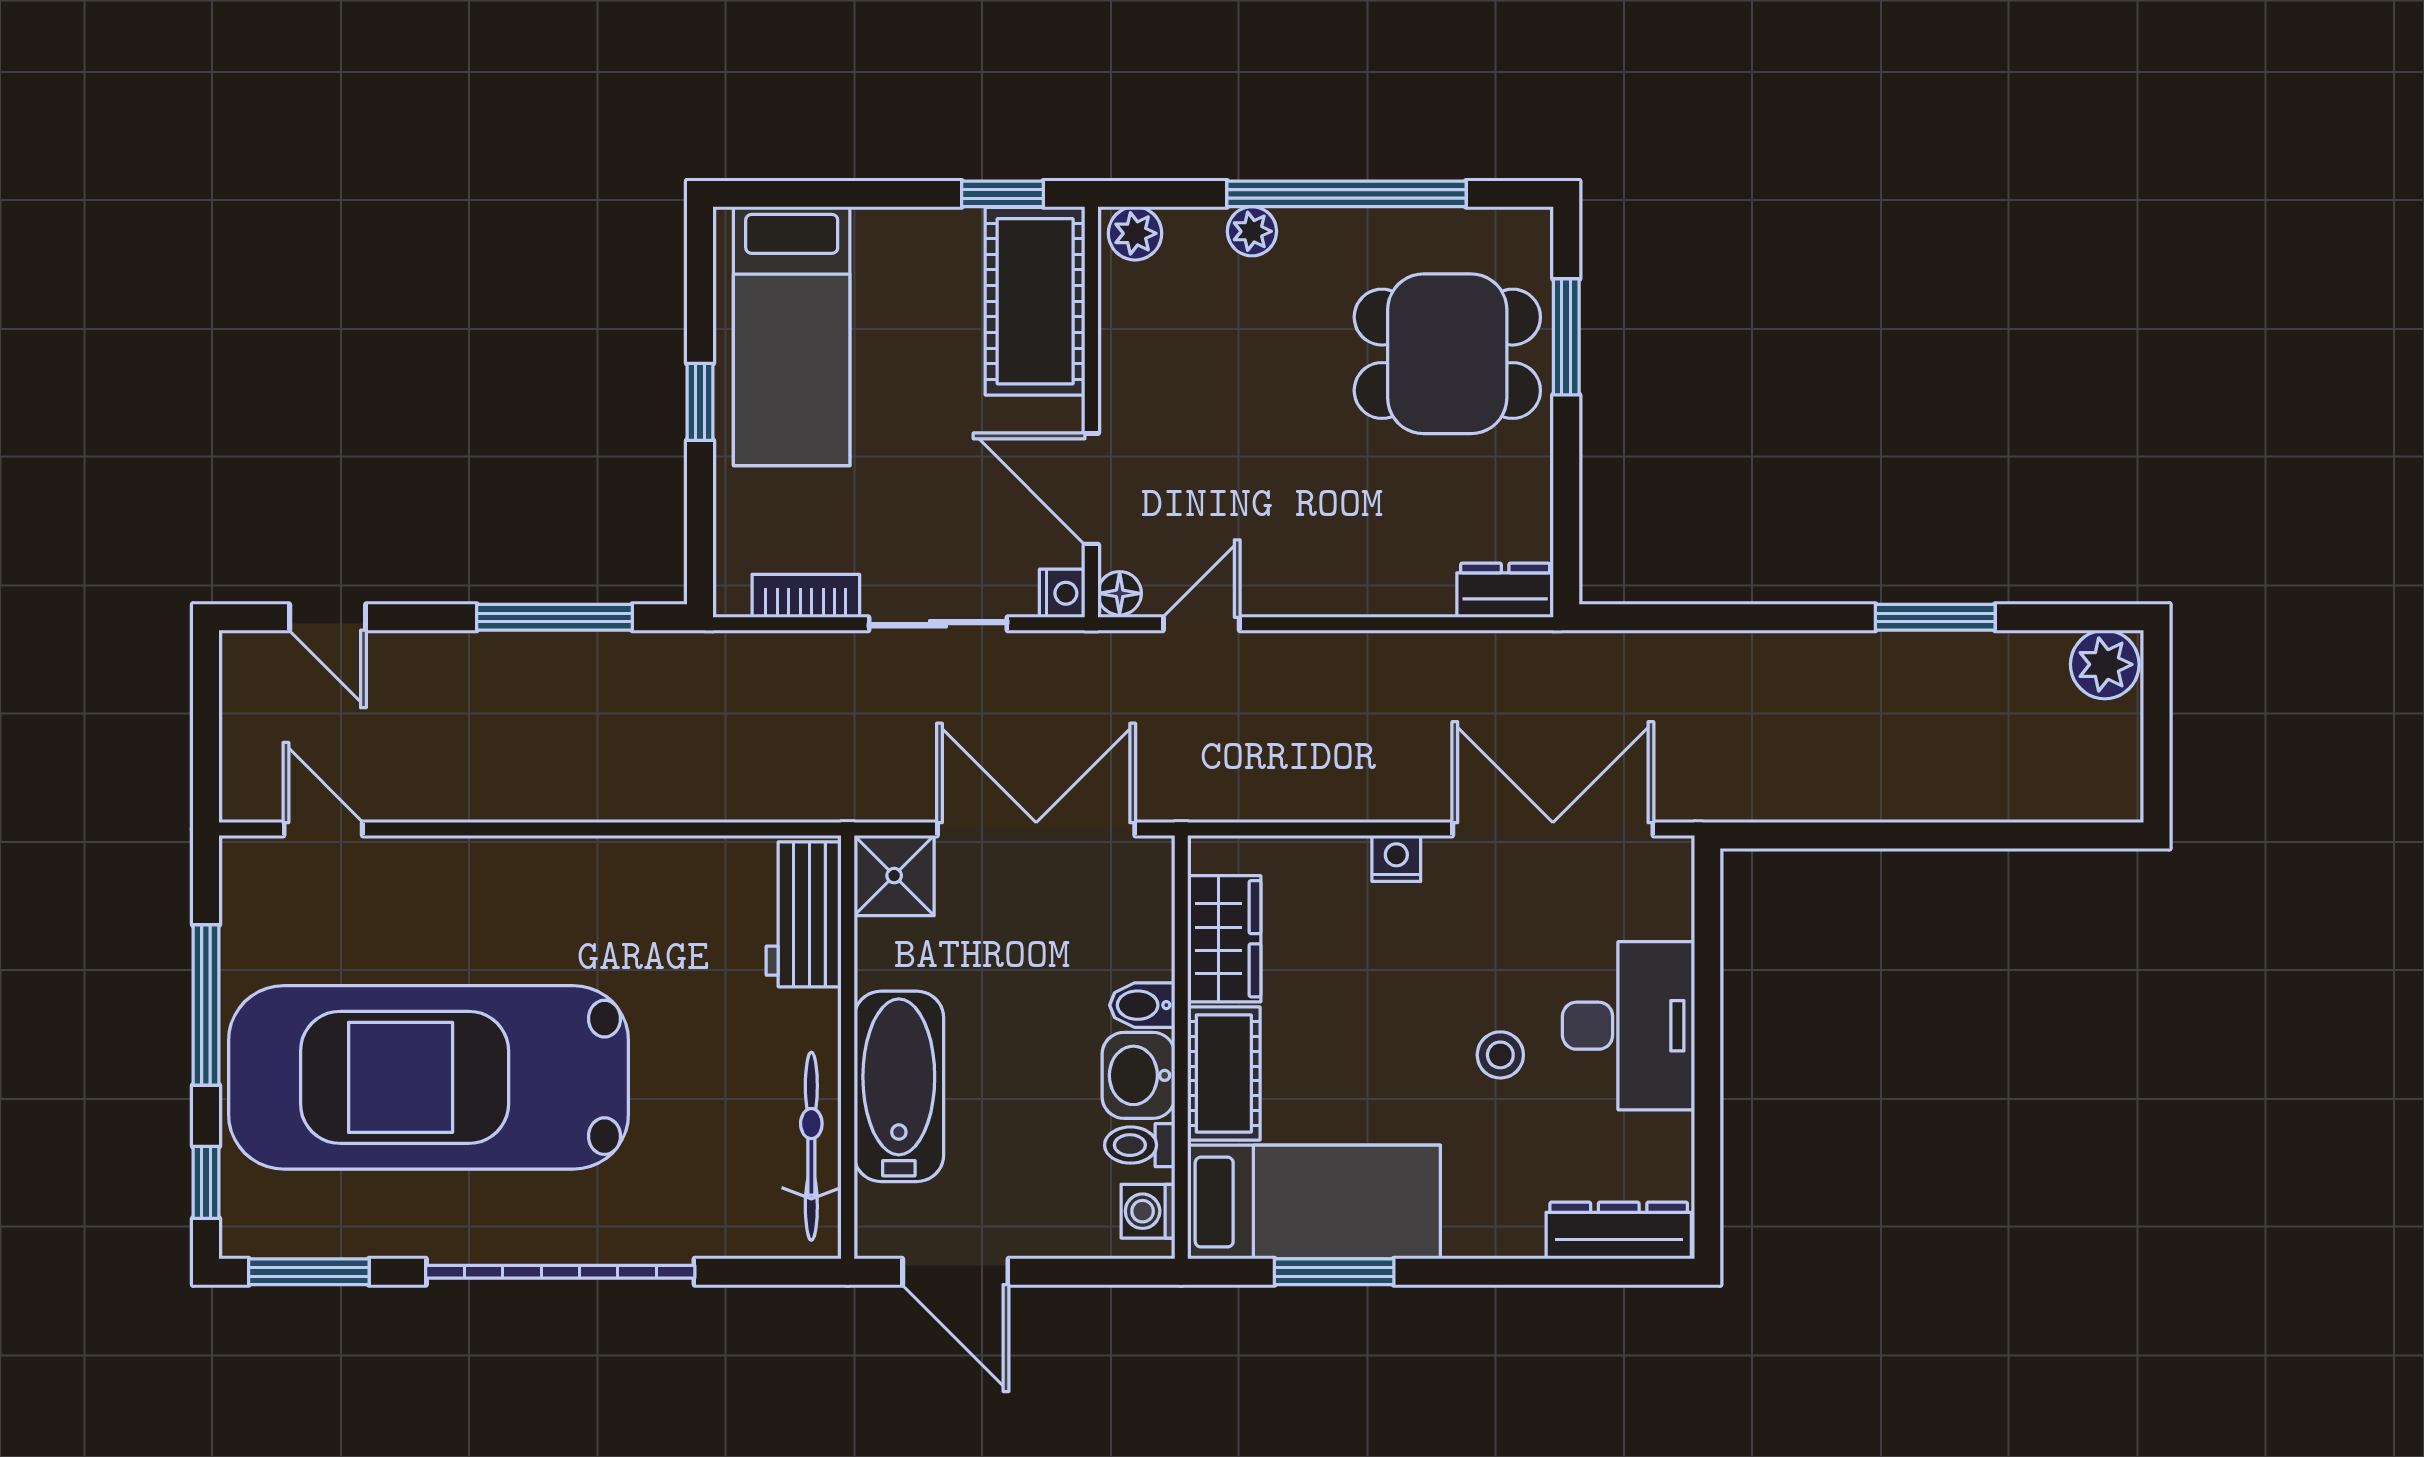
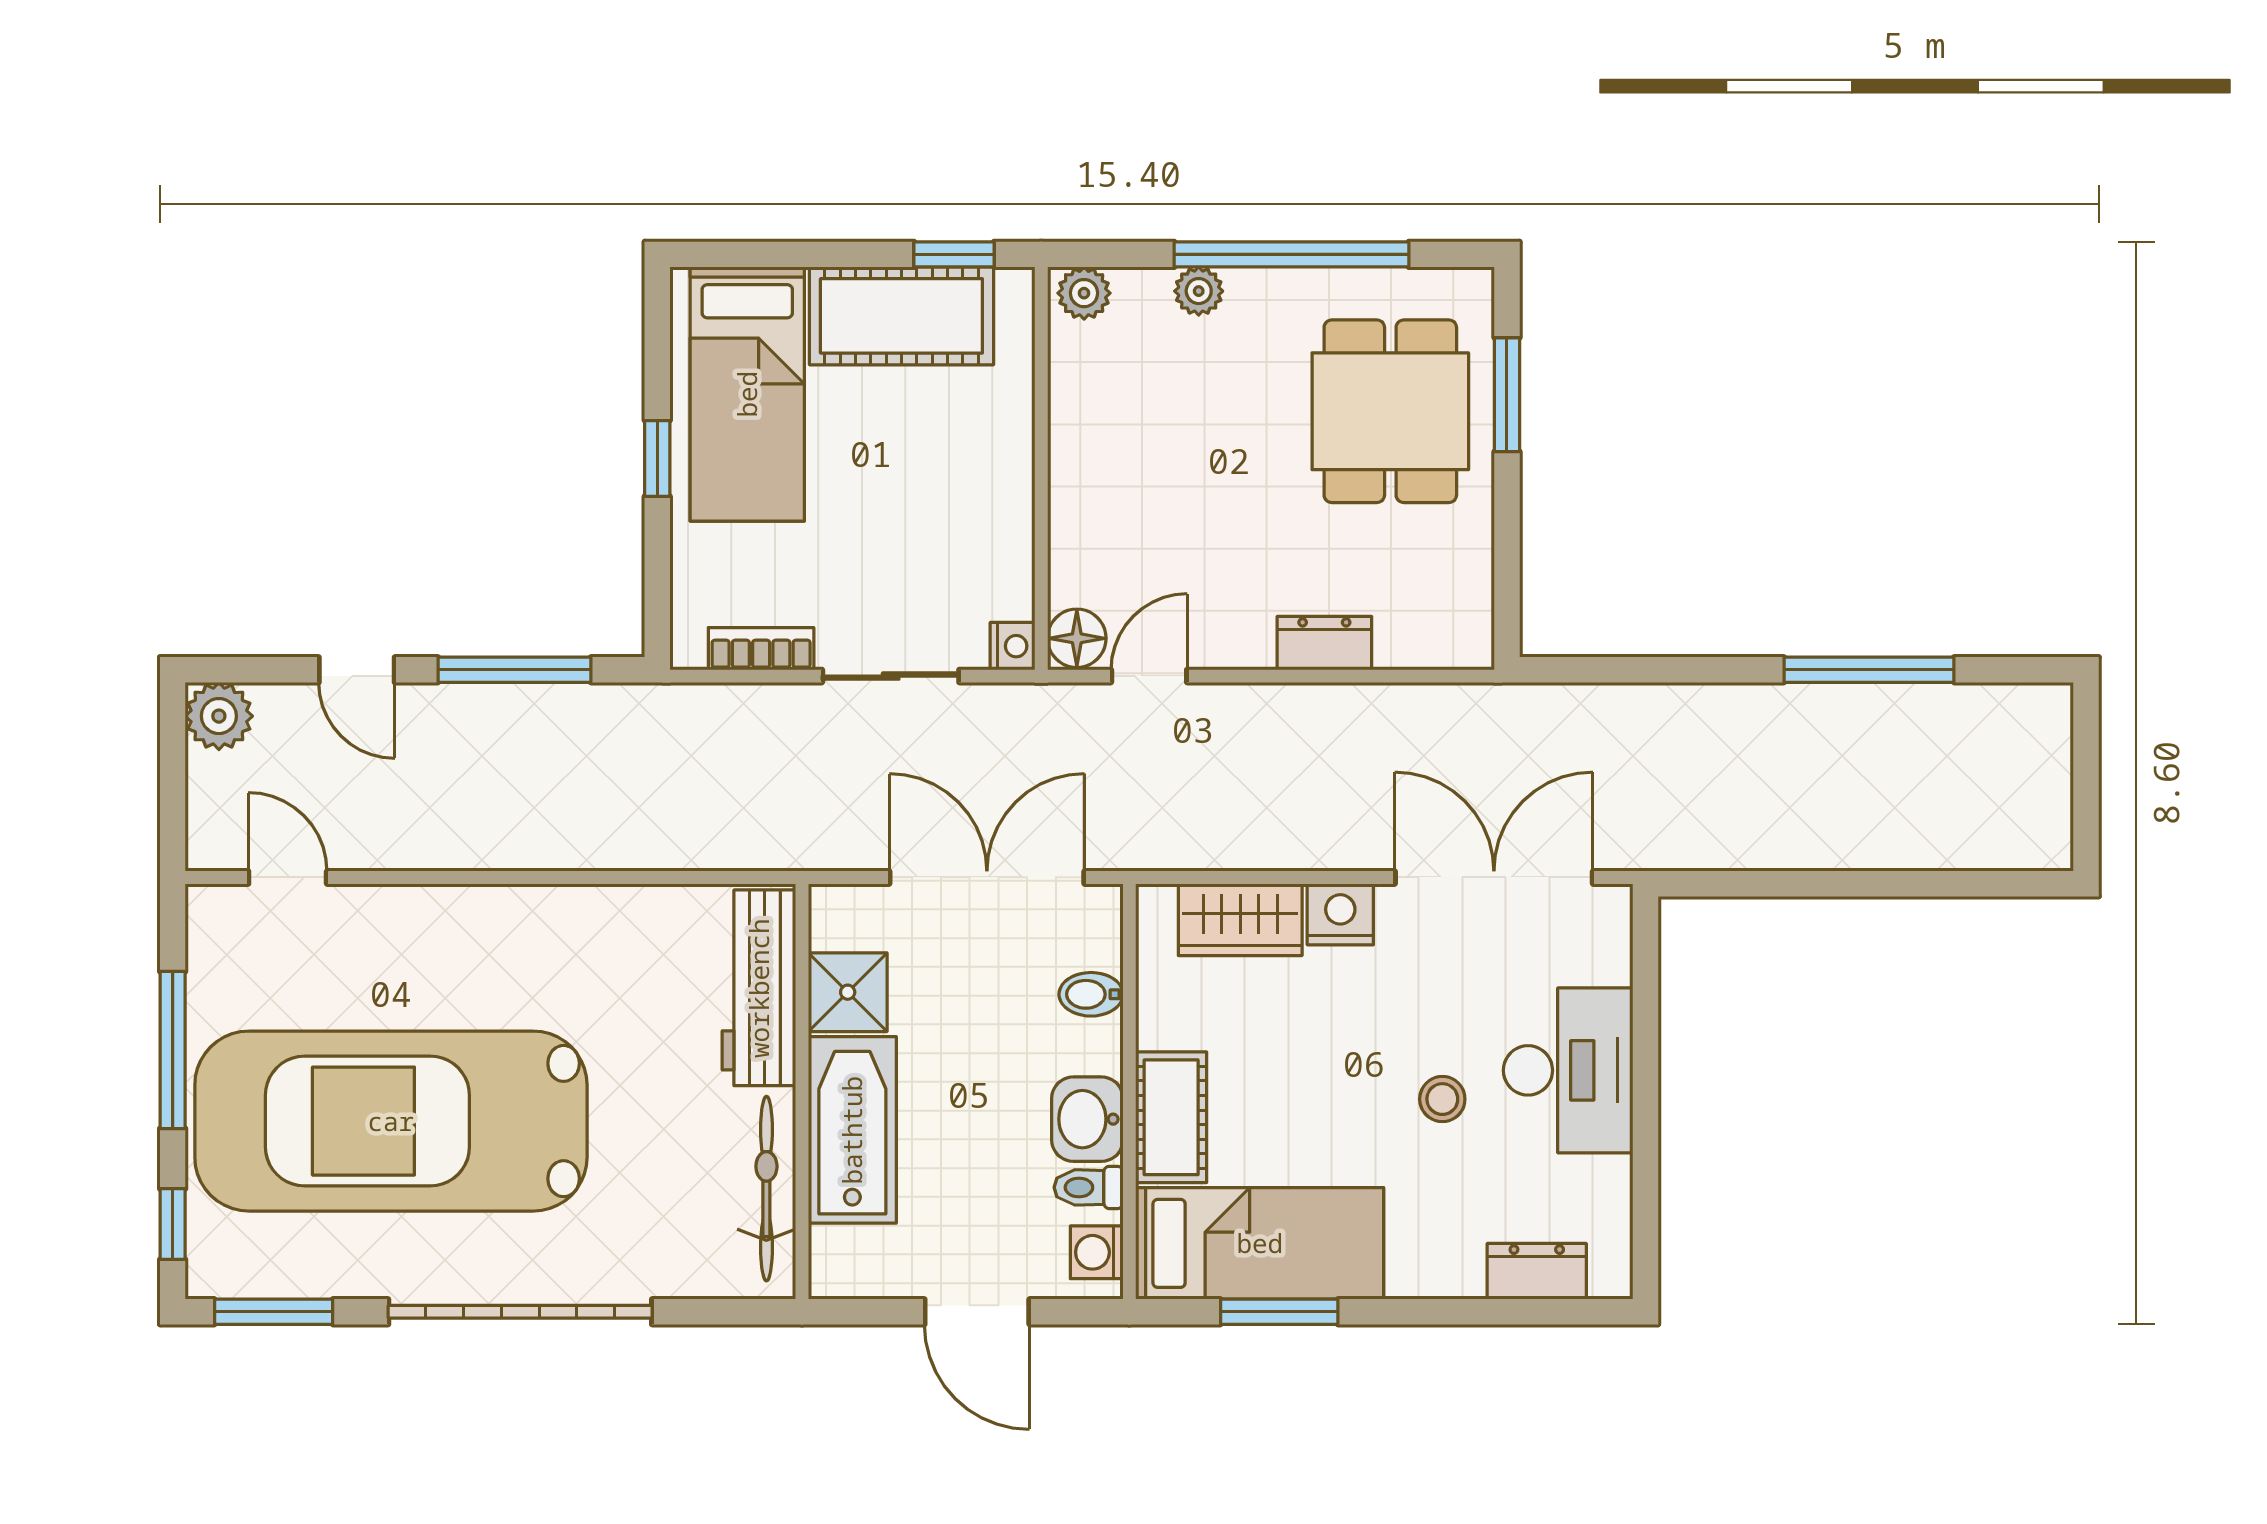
cot: (1035, 301) -> (901, 316), moved, turned 90
dining table: (1447, 354) -> (1390, 411), turned 90
door: (1091, 489) -> (1041, 544), removed
dresser: (1505, 590) -> (1324, 643), moved
floor lamp: (1120, 593) -> (1077, 638), width x1.37, depth x1.37
door: (328, 617) -> (357, 670), moved
window: (1935, 617) -> (1869, 670), width x1.44
plant: (2105, 664) -> (219, 716), moved
nightstand: (1396, 858) -> (1340, 914), width x1.39, depth x1.35
shower: (894, 876) -> (848, 992), moved
workbench: (804, 914) -> (759, 988), width x1.37
wardrobe: (1224, 939) -> (1240, 920), moved, turned 90
bidet: (1142, 1005) -> (1091, 994), moved
dresser: (1619, 1231) -> (1537, 1271), width x0.70
door: (955, 1272) -> (977, 1312), moved

